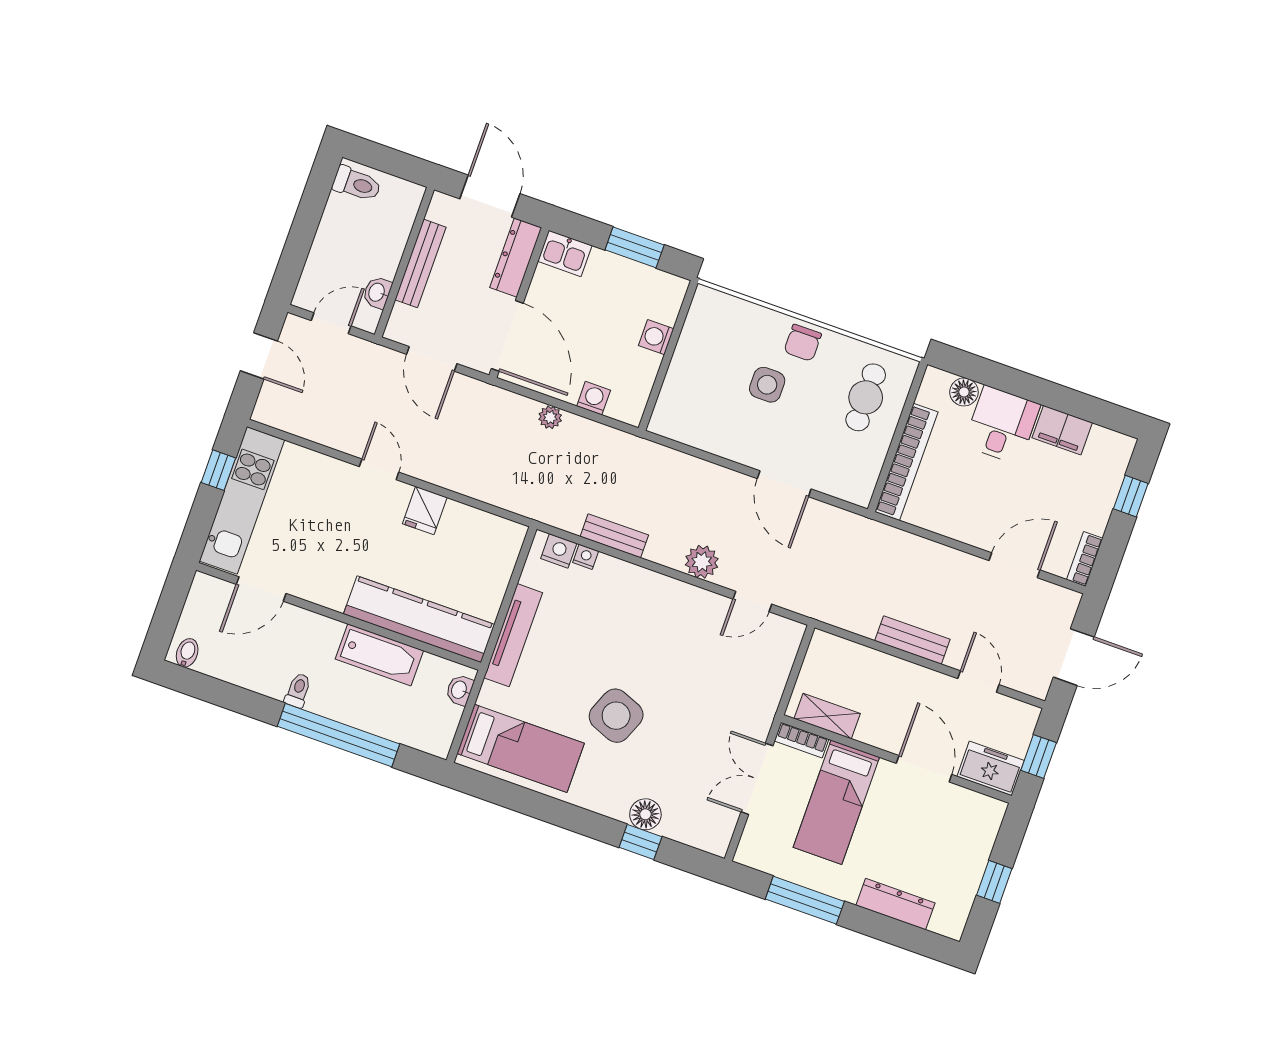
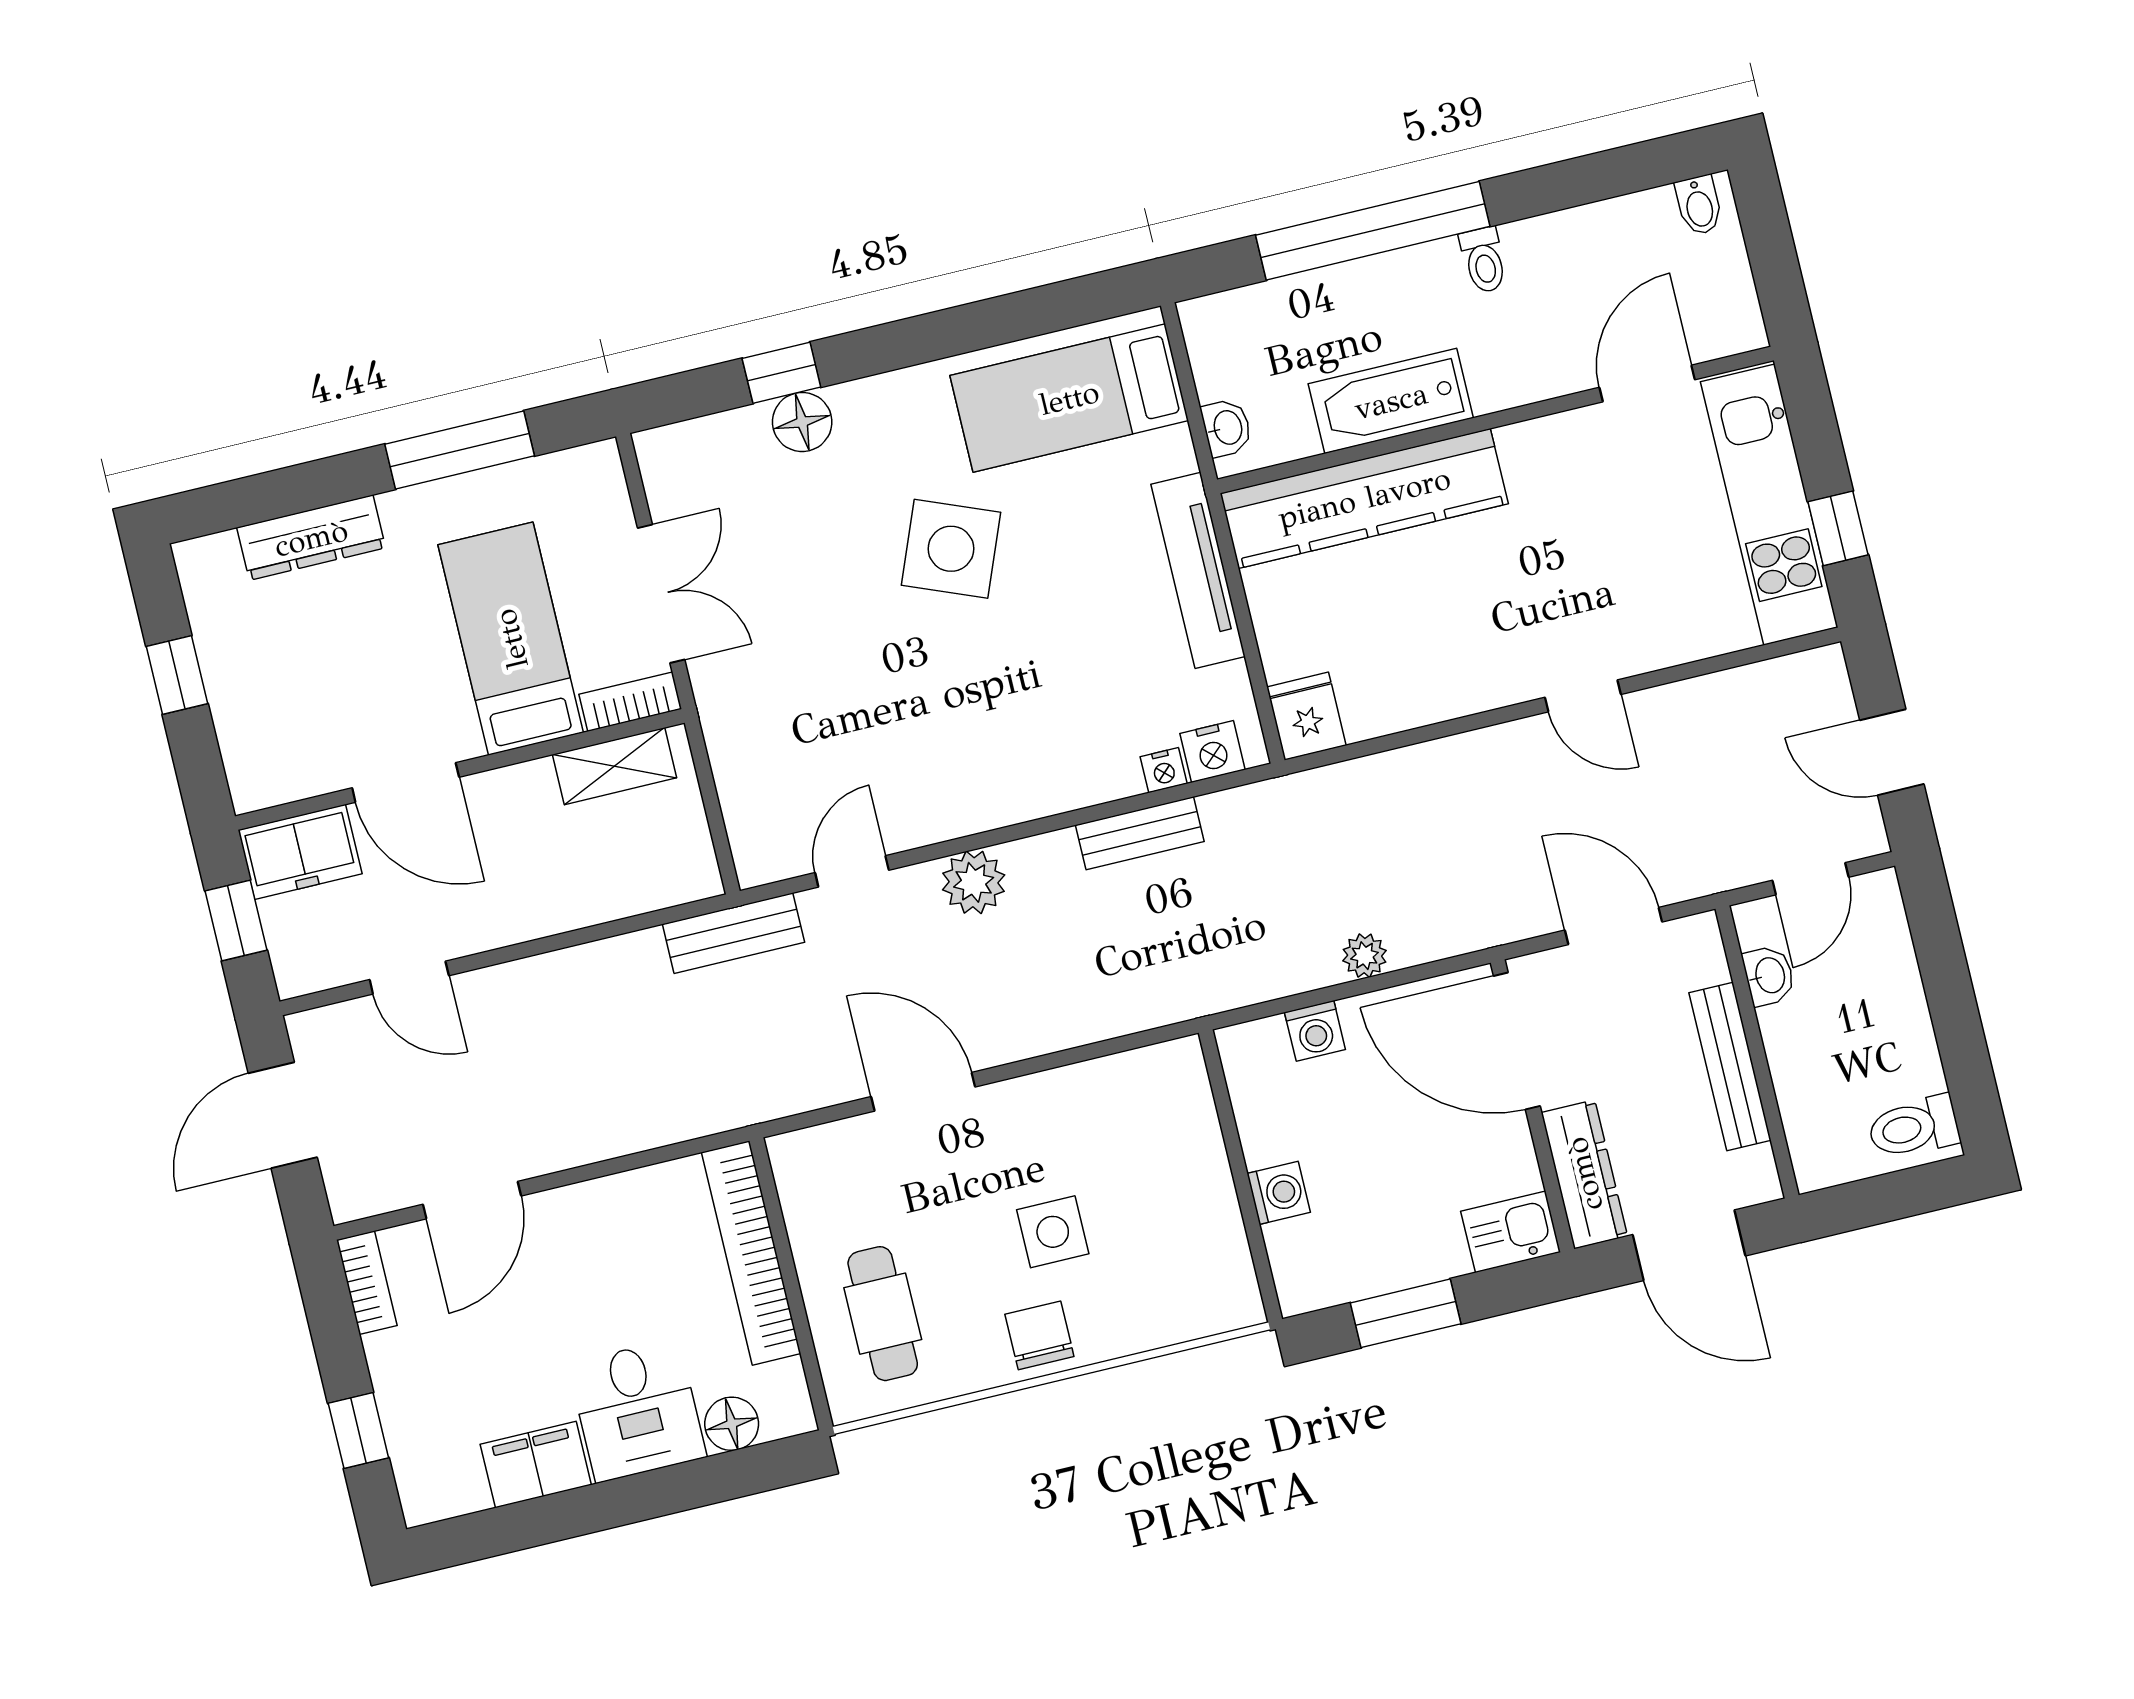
fridge: (425, 511) -> (1306, 716), moved
bench: (912, 640) -> (733, 933), moved

